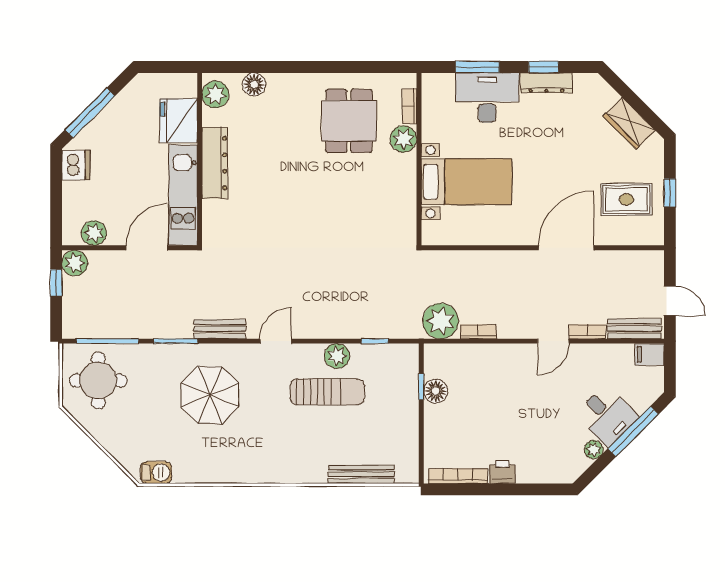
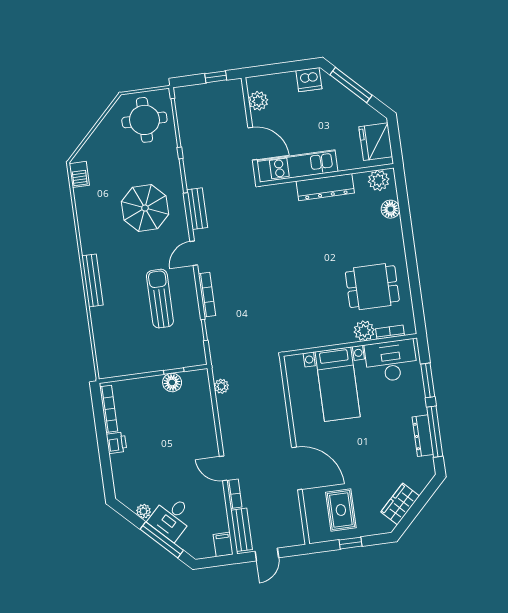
window: (544, 67) -> (435, 432), width x2.17
desk: (487, 98) -> (391, 361), moved, turned -90
fridge: (179, 121) -> (376, 142), moved, turned -90
plant: (75, 263) -> (233, 89), removed
plant: (441, 321) -> (221, 386), width x0.53, depth x0.53
bookcase: (478, 332) -> (207, 295), moved, width x1.56
door: (276, 341) -> (194, 253), swing flipped
plant: (337, 356) -> (189, 302), removed
sun lounger: (327, 392) -> (160, 299), turned 180
bench: (361, 474) -> (92, 280), moved

